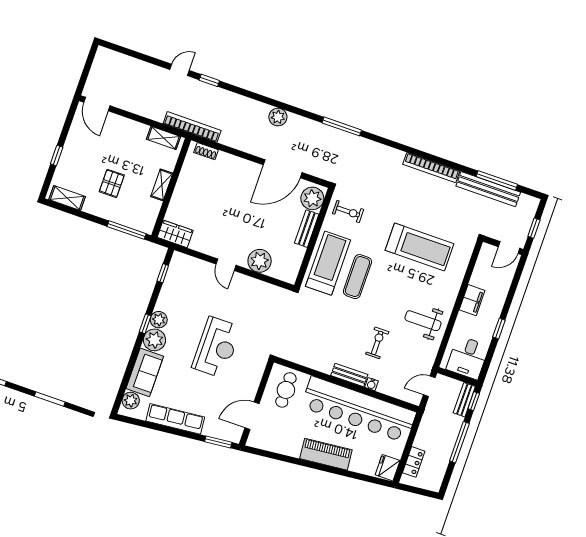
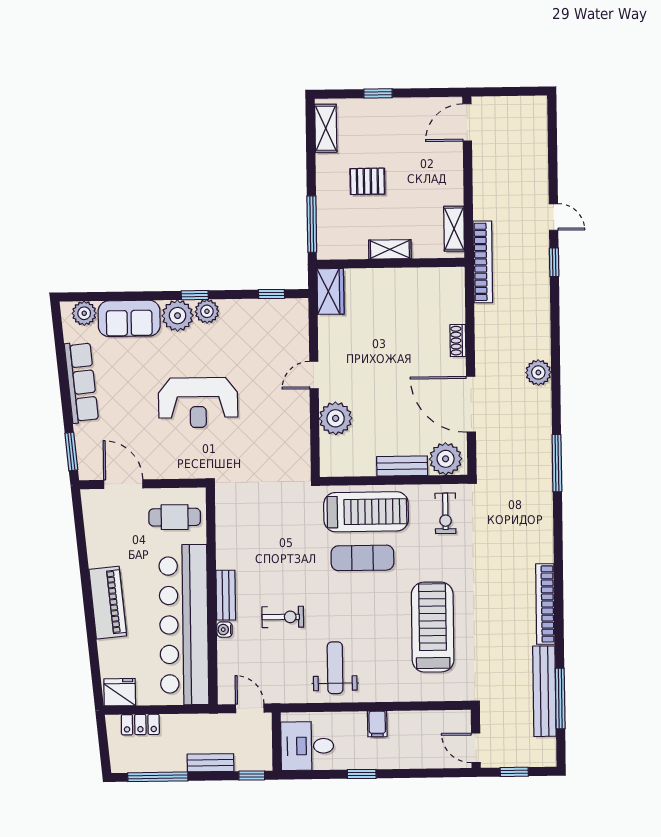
shoe rack: (206, 151) -> (458, 341), moved
treadmill: (420, 247) -> (433, 627), turned 180
filing cabinet: (472, 300) -> (377, 724), width x0.50
bench: (464, 400) -> (210, 763), moved
window: (459, 442) -> (158, 777), moved

